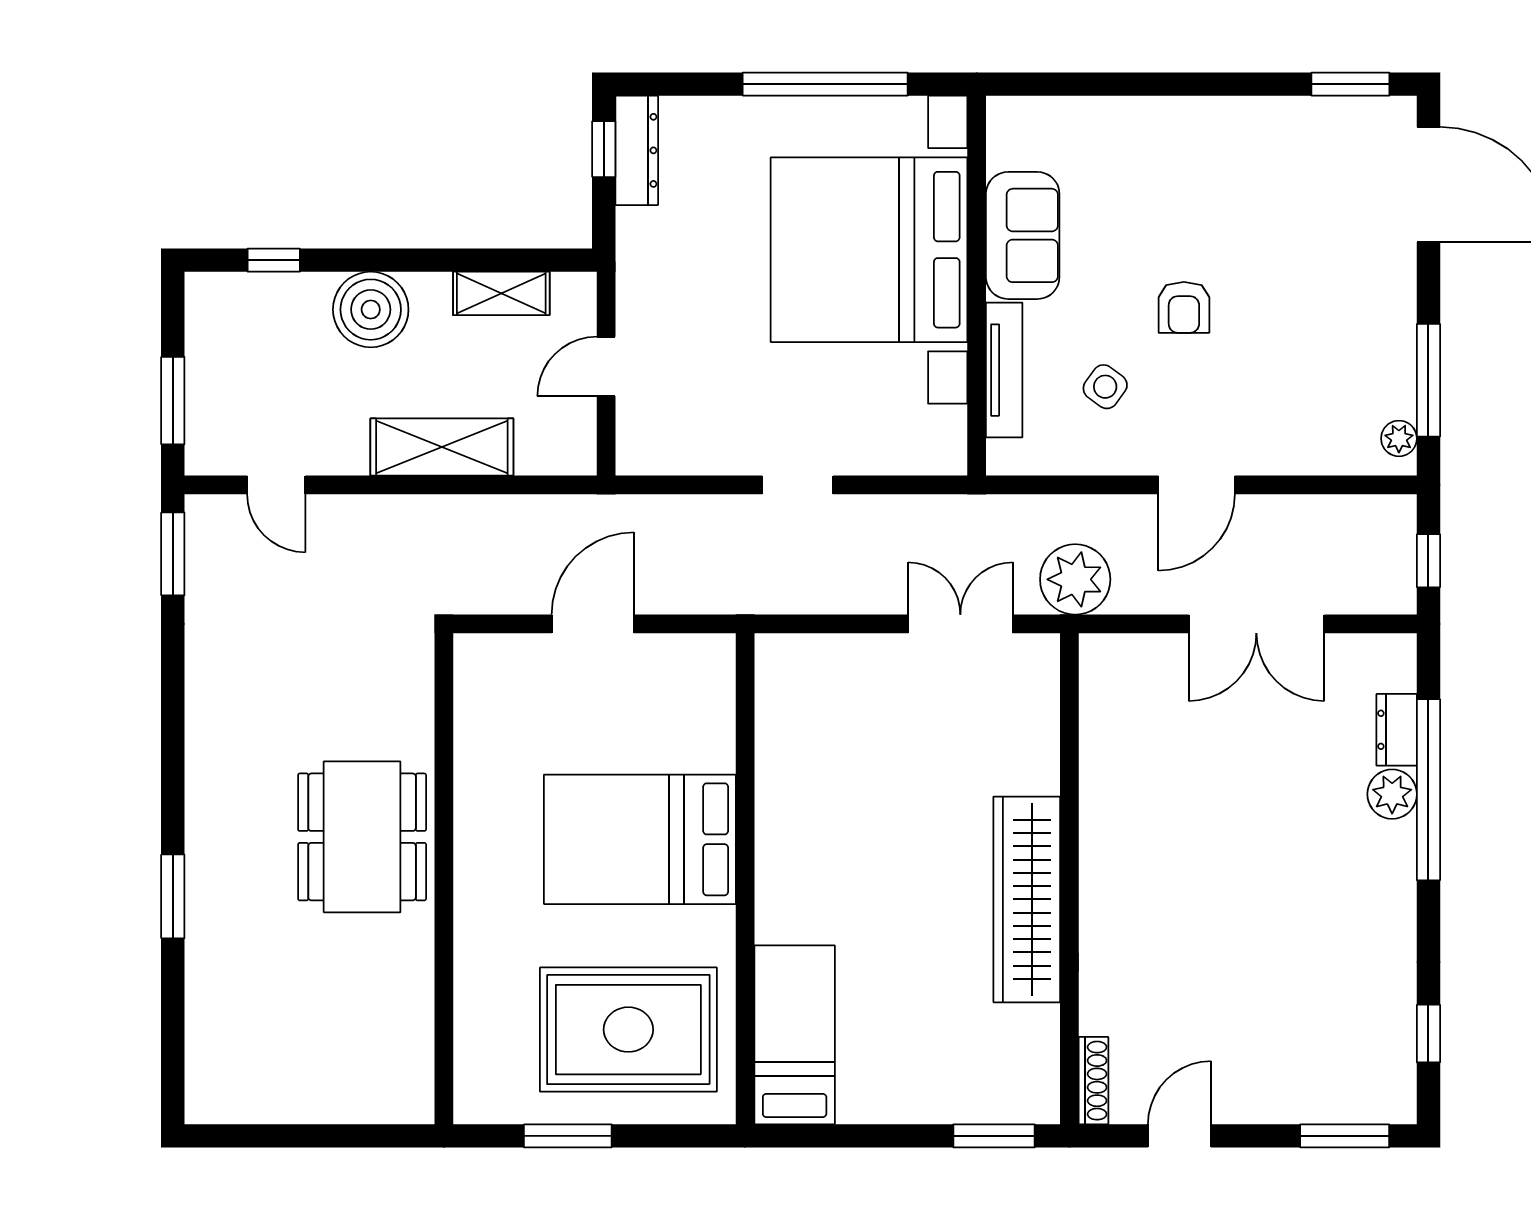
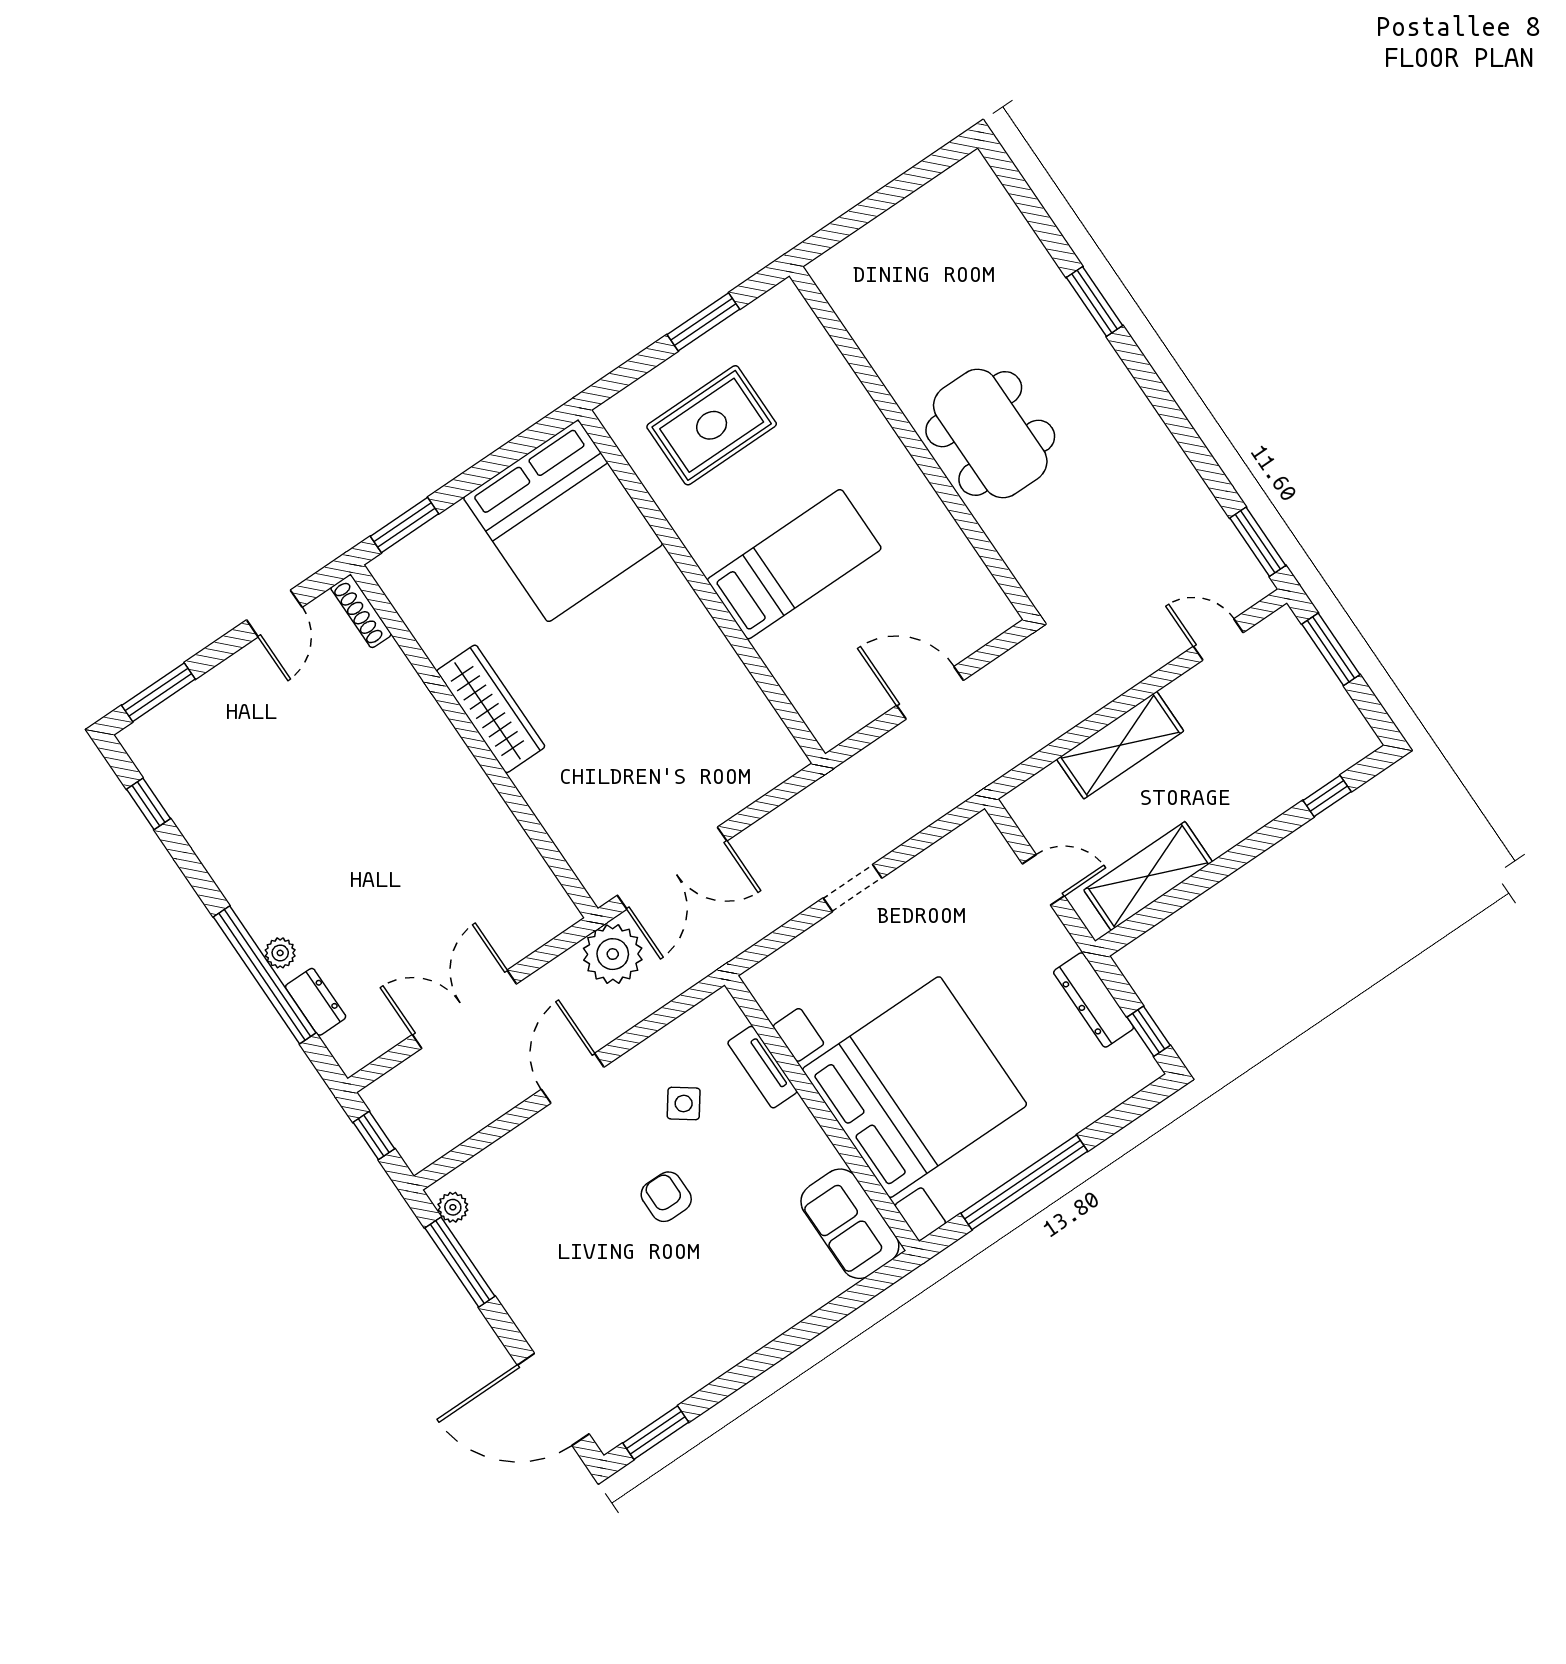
dresser: (637, 150) -> (1094, 1000), moved
sofa: (1023, 235) -> (850, 1224), moved
shelving: (501, 293) -> (1148, 876), width x1.50, depth x1.33
boiler: (371, 310) -> (1236, 808), removed
door: (606, 366) -> (1043, 880), hinge flipped
tv unit: (1004, 370) -> (762, 1067), width x0.71
door: (593, 624) -> (930, 693), swing flipped
double door: (960, 624) -> (672, 868), width x1.37
plant: (1392, 794) -> (280, 953), width x0.73, depth x0.73
bed: (640, 839) -> (794, 564), width x0.67
wardrobe: (1027, 899) -> (491, 709), width x0.71, depth x0.85
rug: (628, 1030) -> (712, 425), width x0.73, depth x0.69
bed: (795, 1035) -> (563, 521), width x2.04

